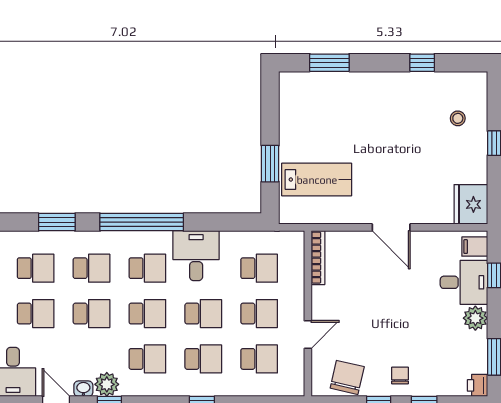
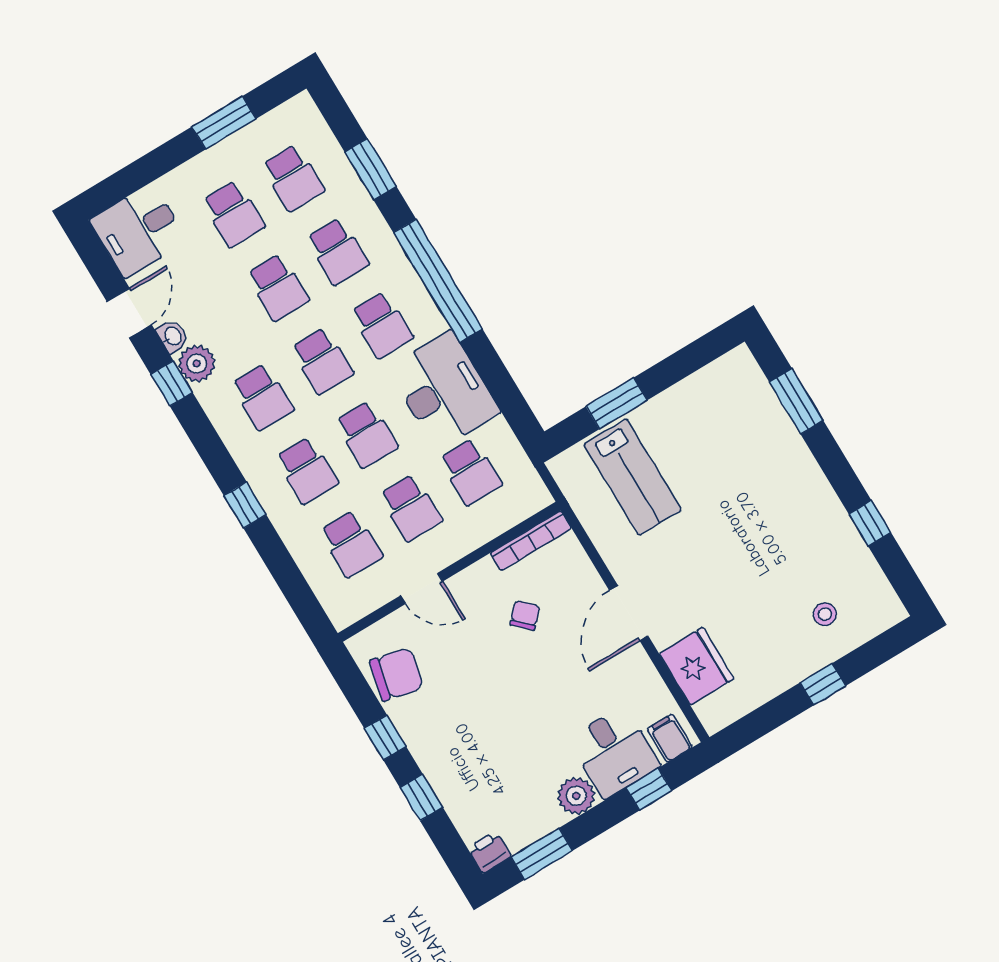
fridge: (471, 204) -> (697, 666), moved, turned 90
desk: (196, 256) -> (444, 390), width x1.37
chair: (400, 376) -> (525, 615), moved, turned -46

